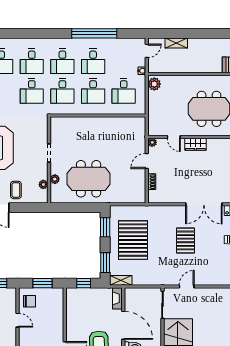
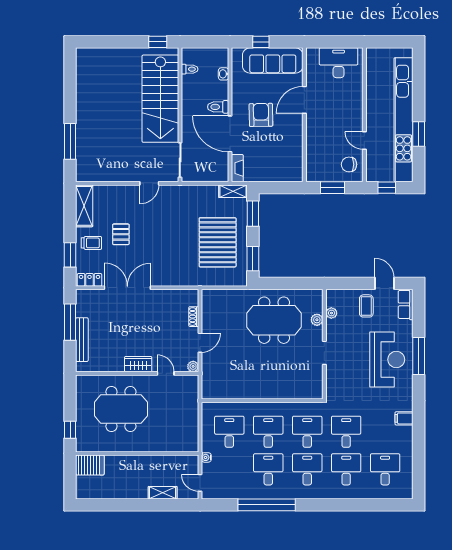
door: (147, 51) -> (200, 483), hinge flipped
plant: (154, 84) -> (190, 441), removed
pallet: (186, 240) -> (121, 234), moved, width x0.67, depth x0.71
window: (84, 283) -> (280, 188), removed

